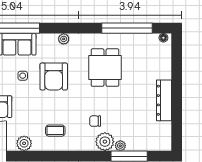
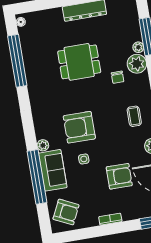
plant: (64, 39) -> (43, 145), moved
dining table: (105, 68) -> (79, 62), moved
armchair: (54, 77) -> (79, 127), turned 180

